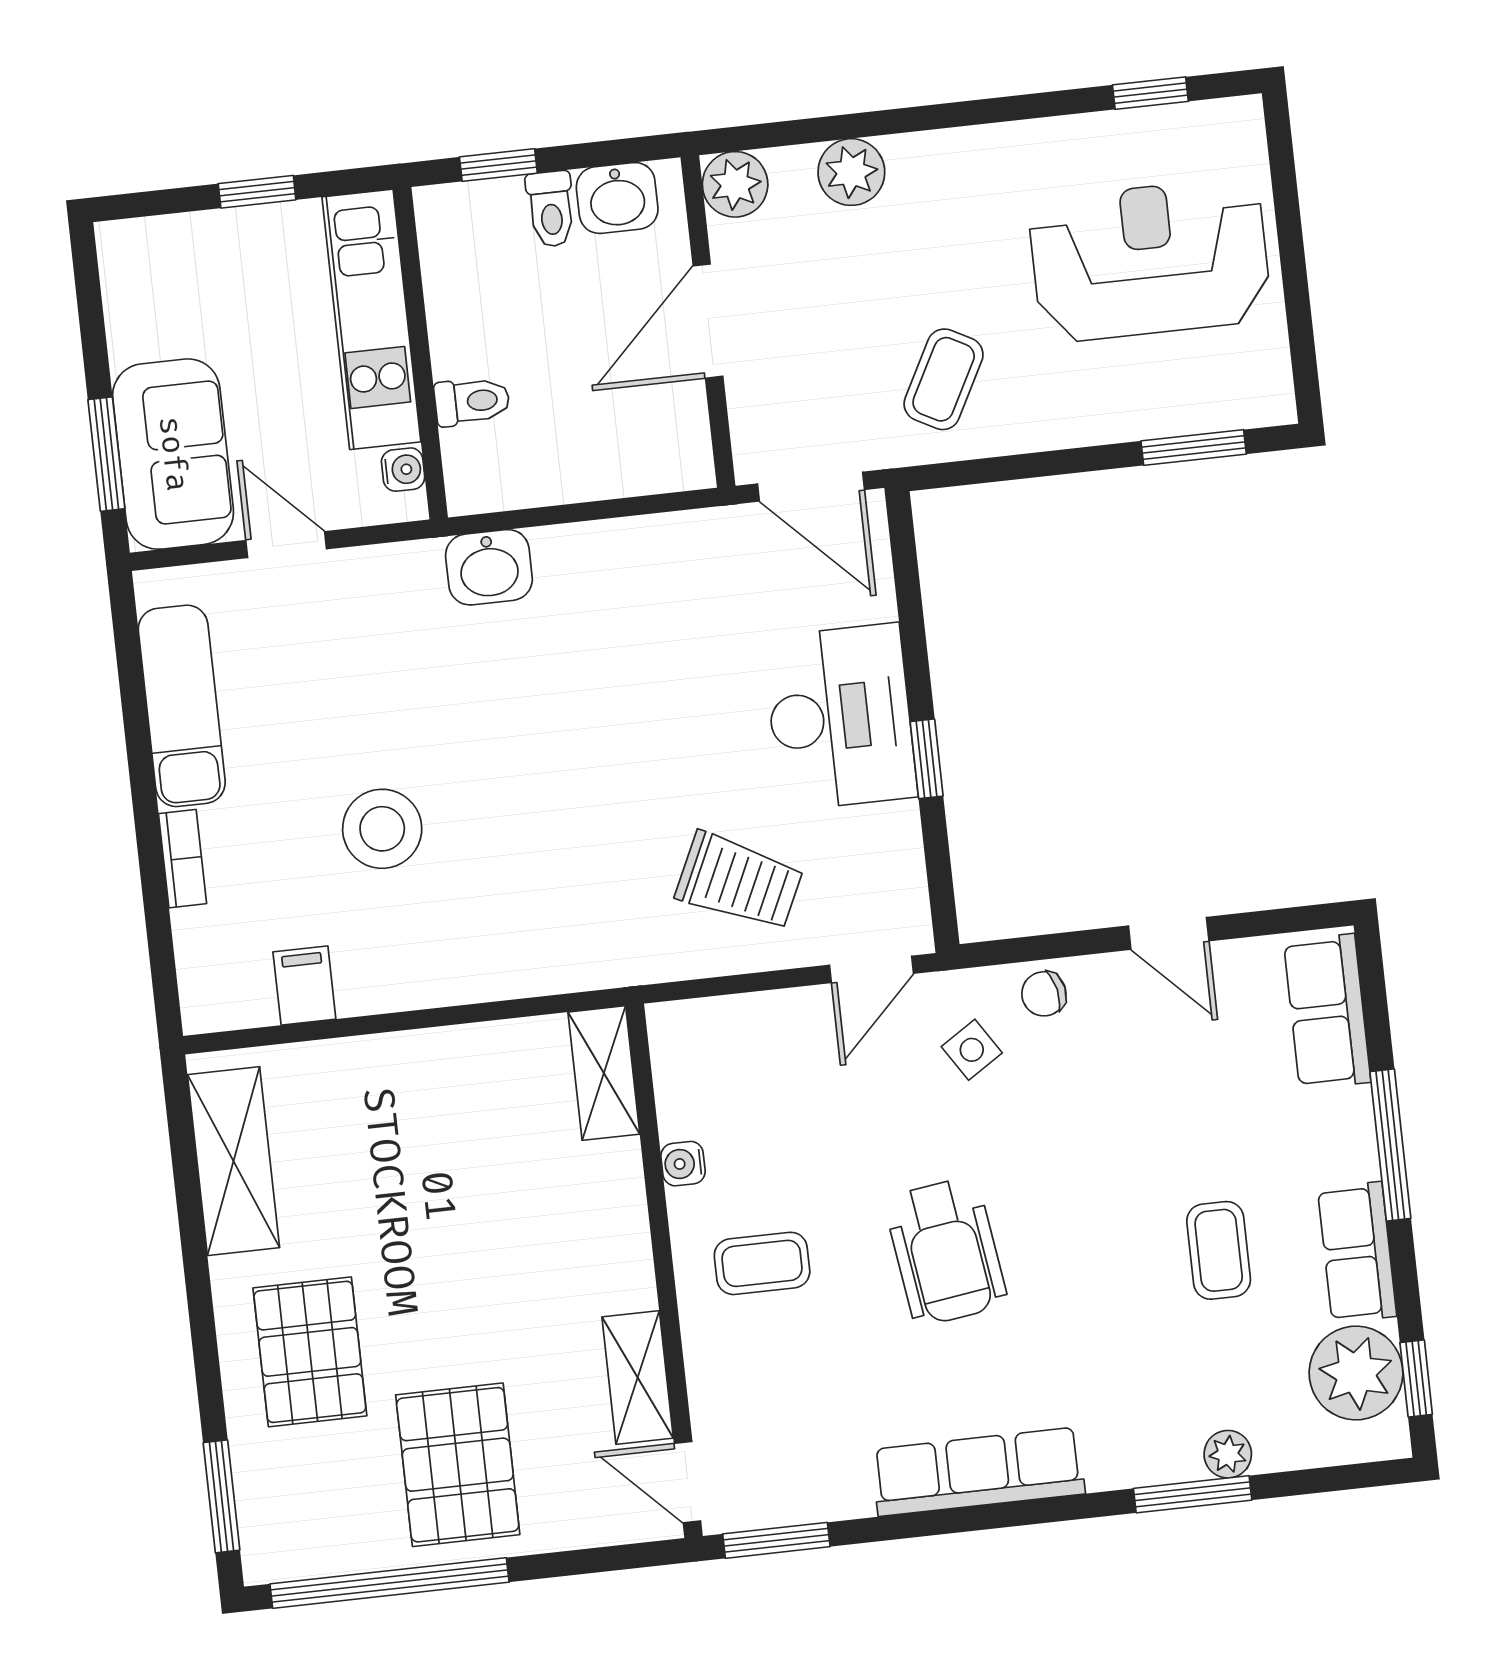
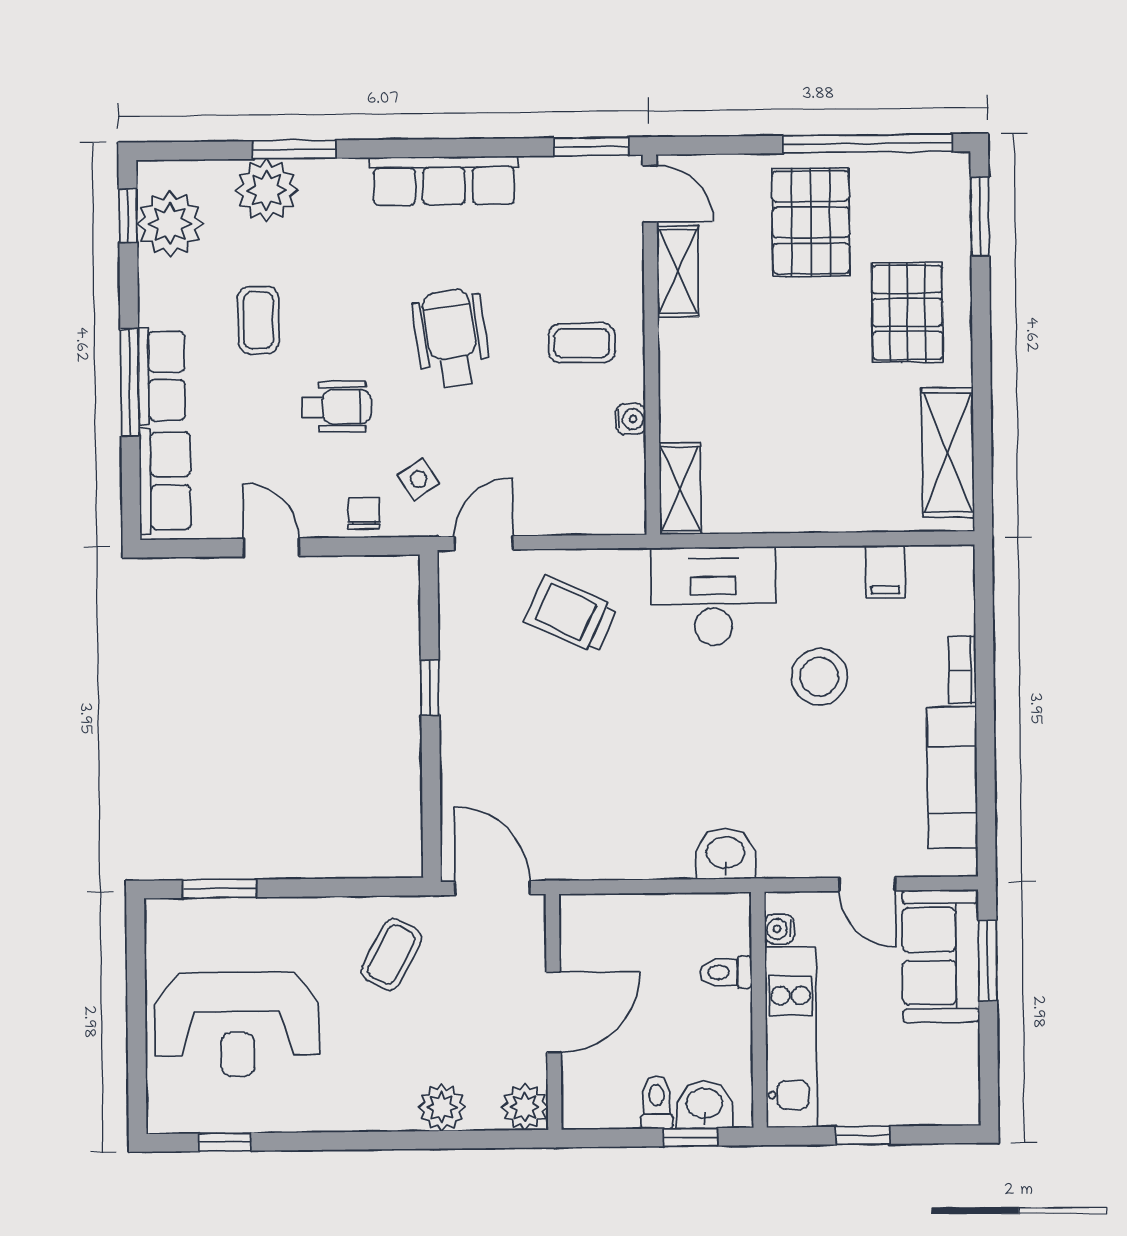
washbasin: (617, 198) -> (704, 1105), moved
desk: (840, 717) -> (713, 596), moved, turned 90
chair: (1044, 994) -> (364, 514), turned -78
wheelchair: (1097, 1140) -> (336, 407), added
row of seats: (1357, 1252) -> (162, 376), moved
plant: (1228, 1454) -> (267, 190), width x1.88, depth x1.88

